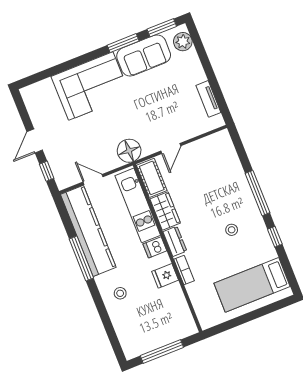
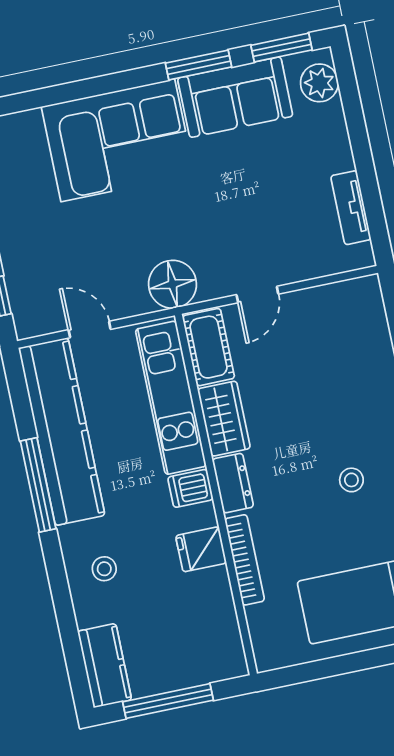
bookcase: (184, 270) -> (245, 560), width x1.56
kitchen counter: (128, 340) -> (105, 666), added

